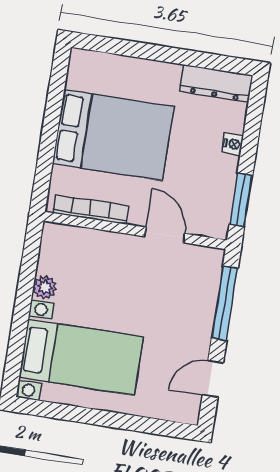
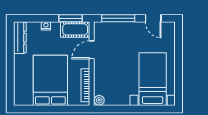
cot: (215, 206) -> (75, 29), added
plant: (45, 287) -> (99, 100), moved

